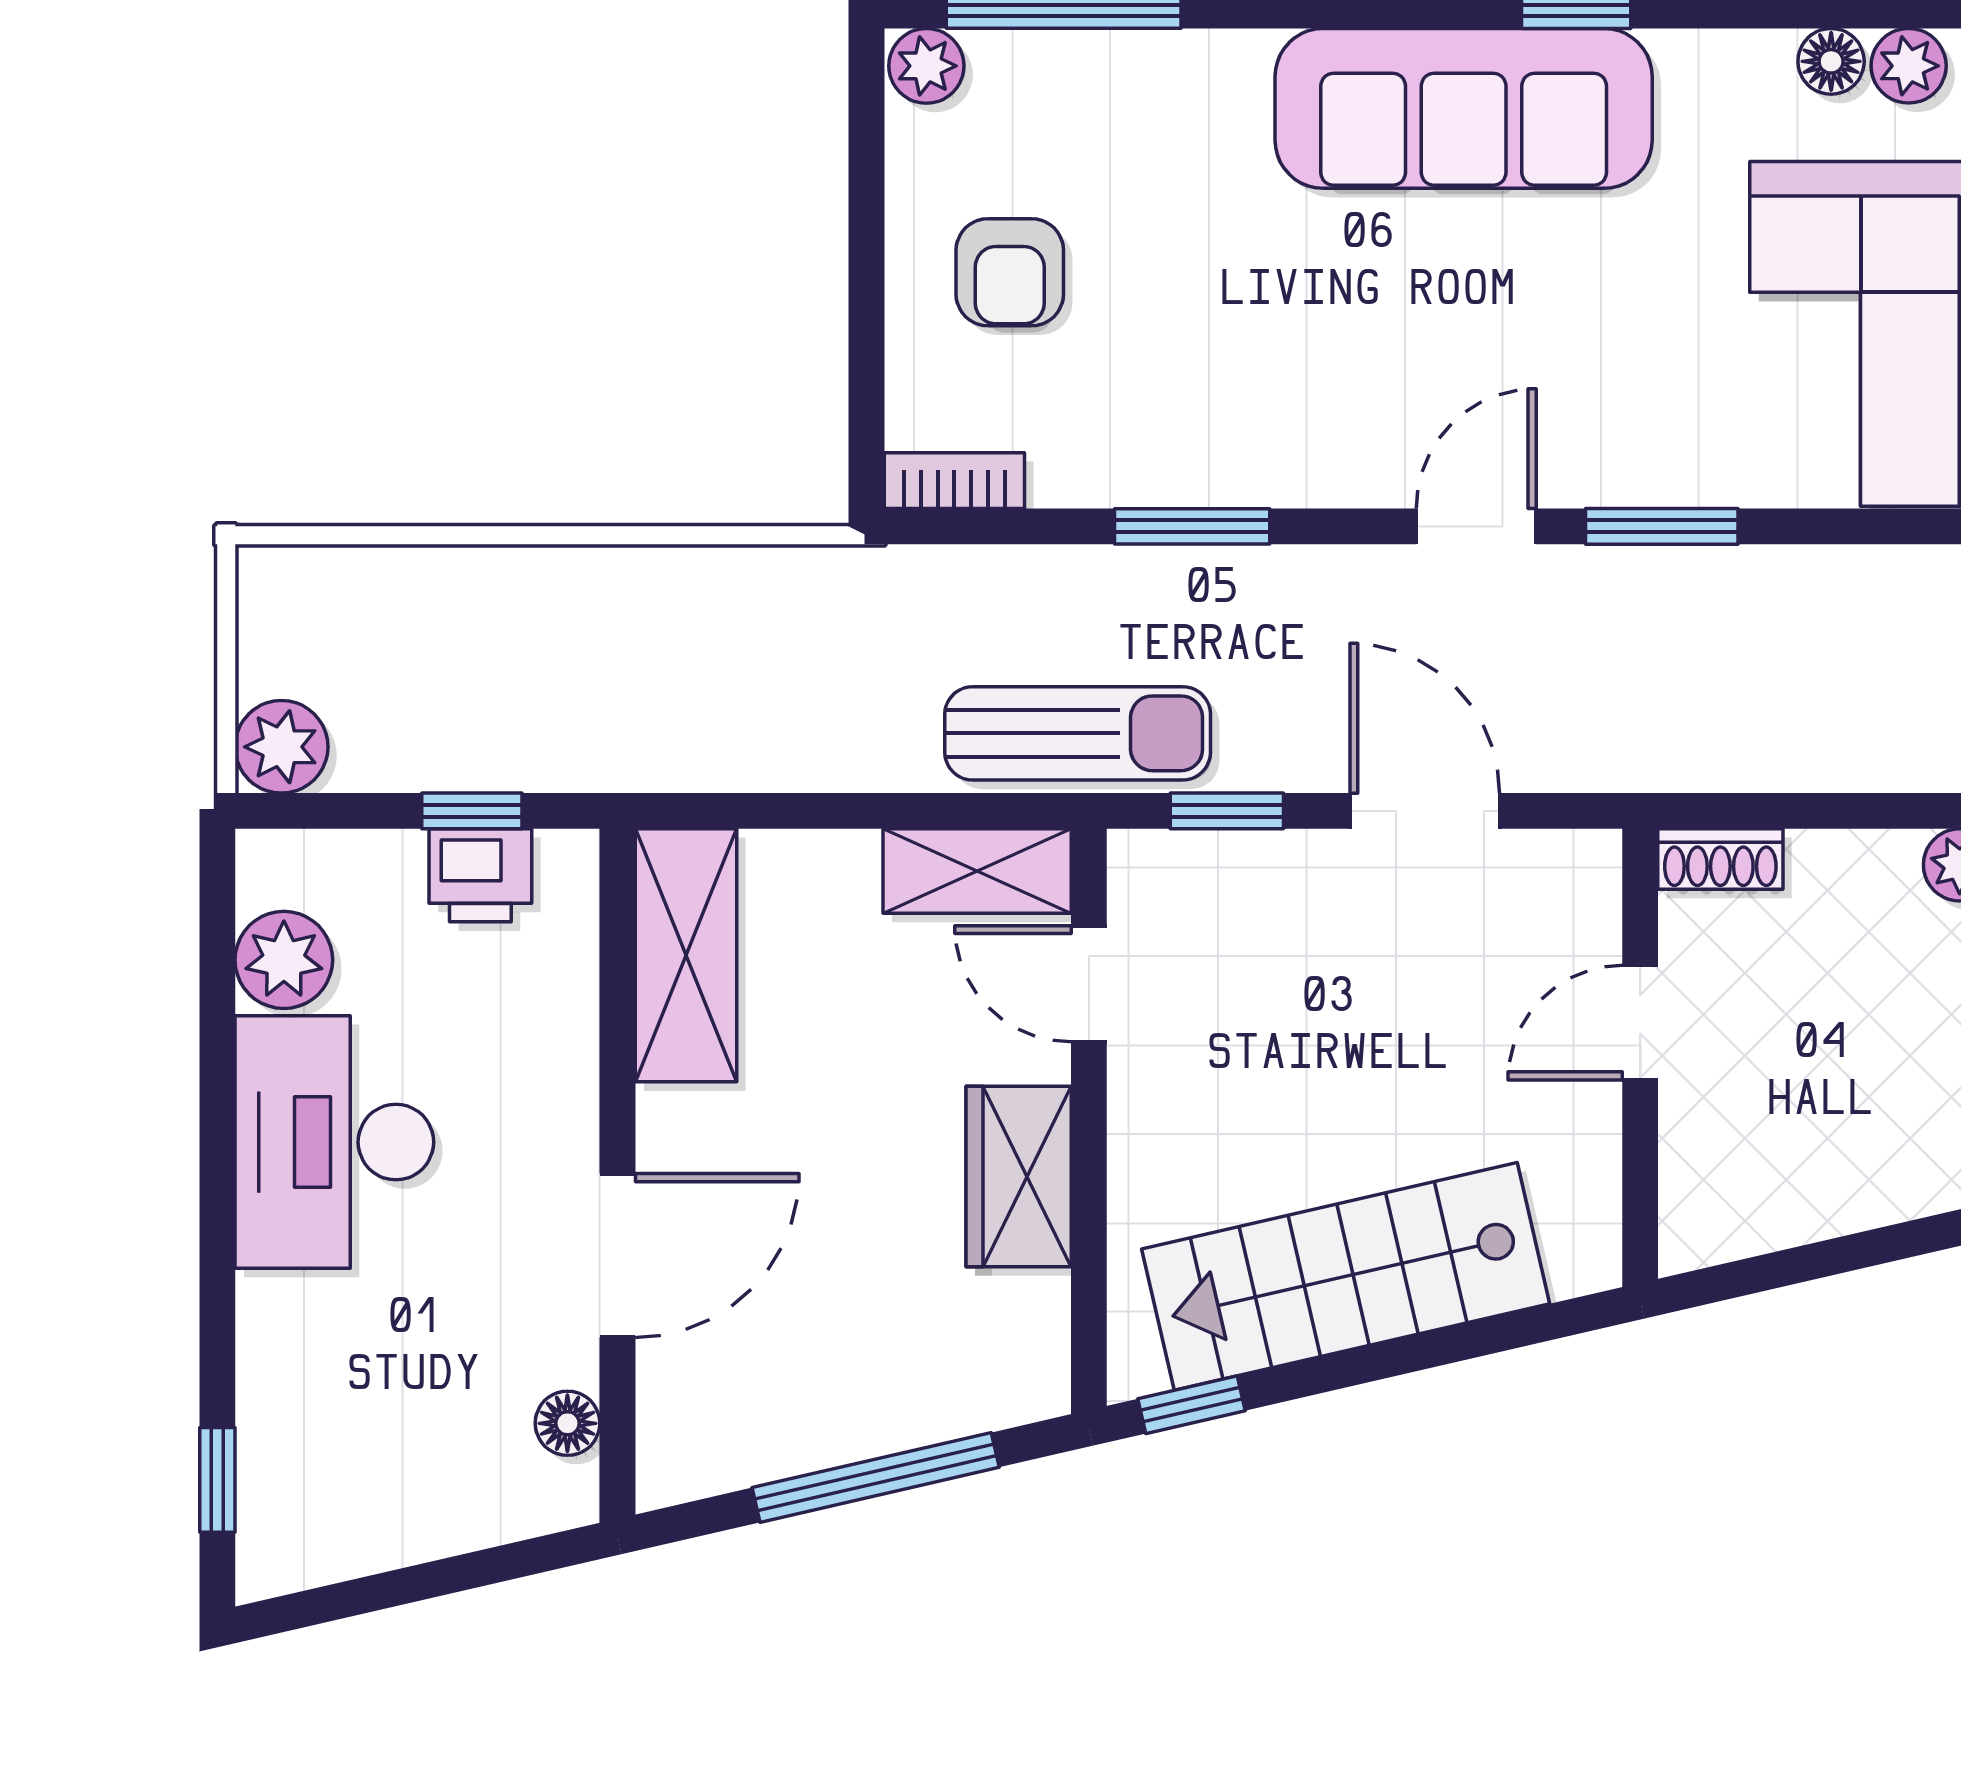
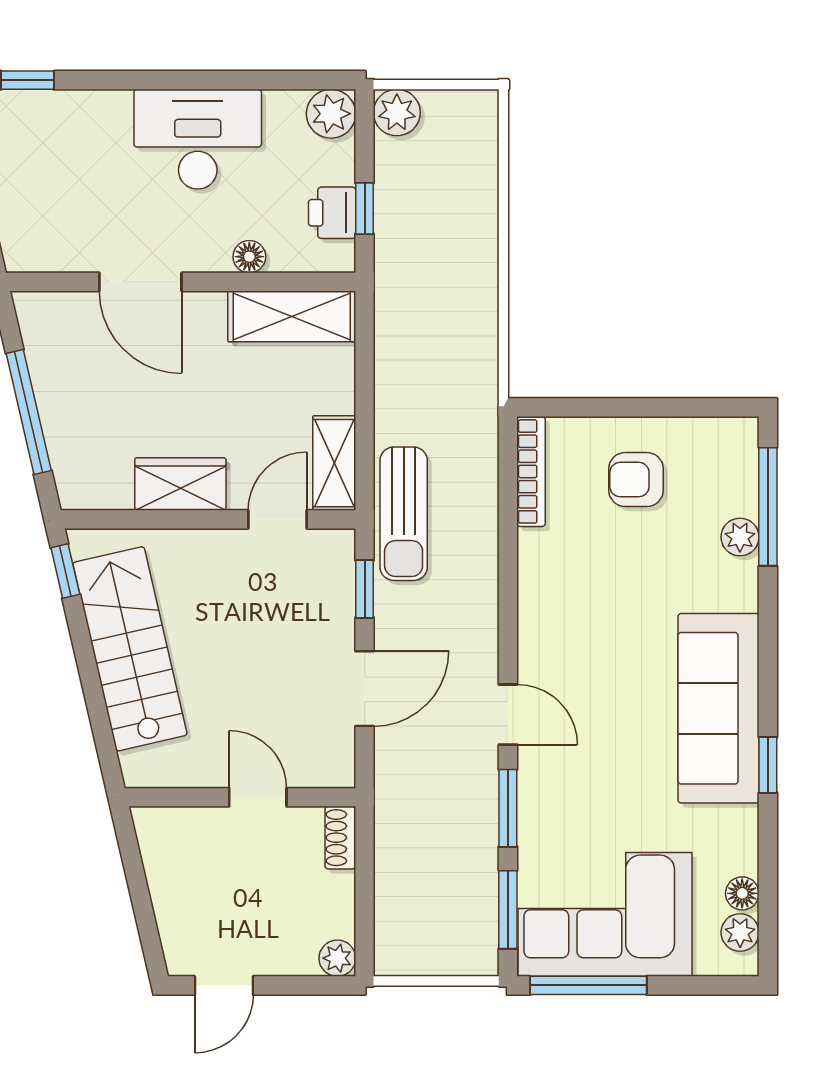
plant: (926, 66) -> (740, 537), moved
bookcase: (954, 481) -> (531, 471), width x1.56
window: (1192, 526) -> (508, 910), moved
plant: (284, 960) -> (331, 114), moved
floor lamp: (567, 1423) -> (249, 257), moved

